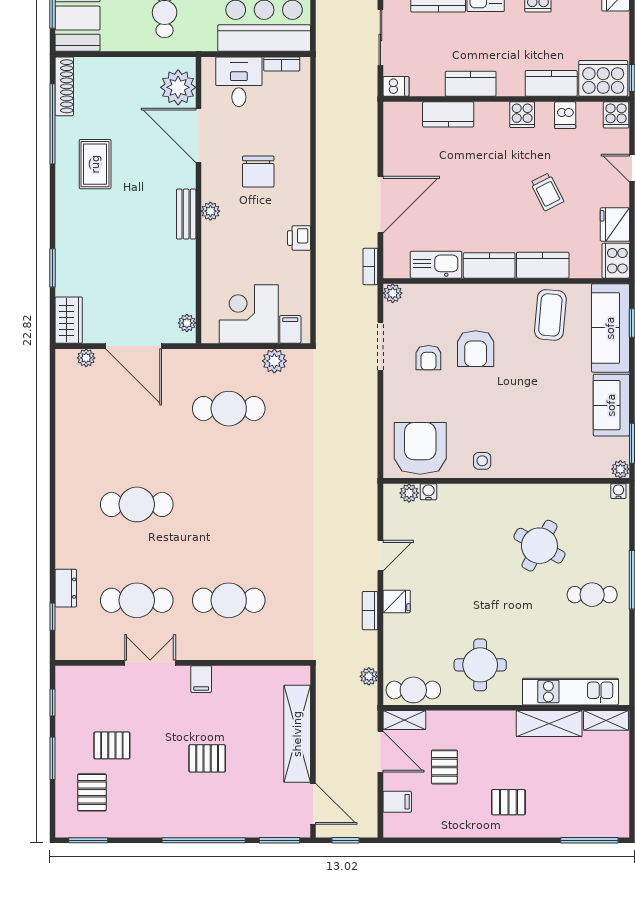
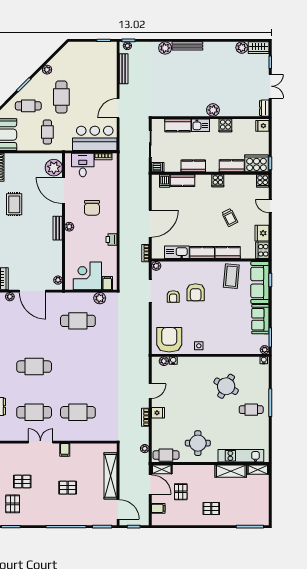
dishwasher: (565, 115) -> (165, 181), moved

